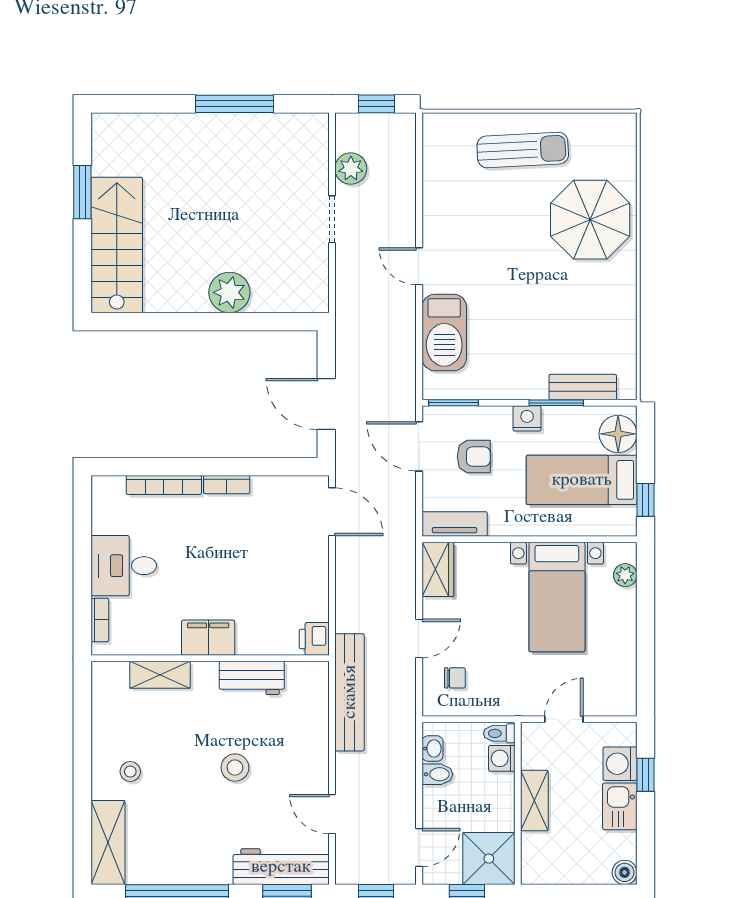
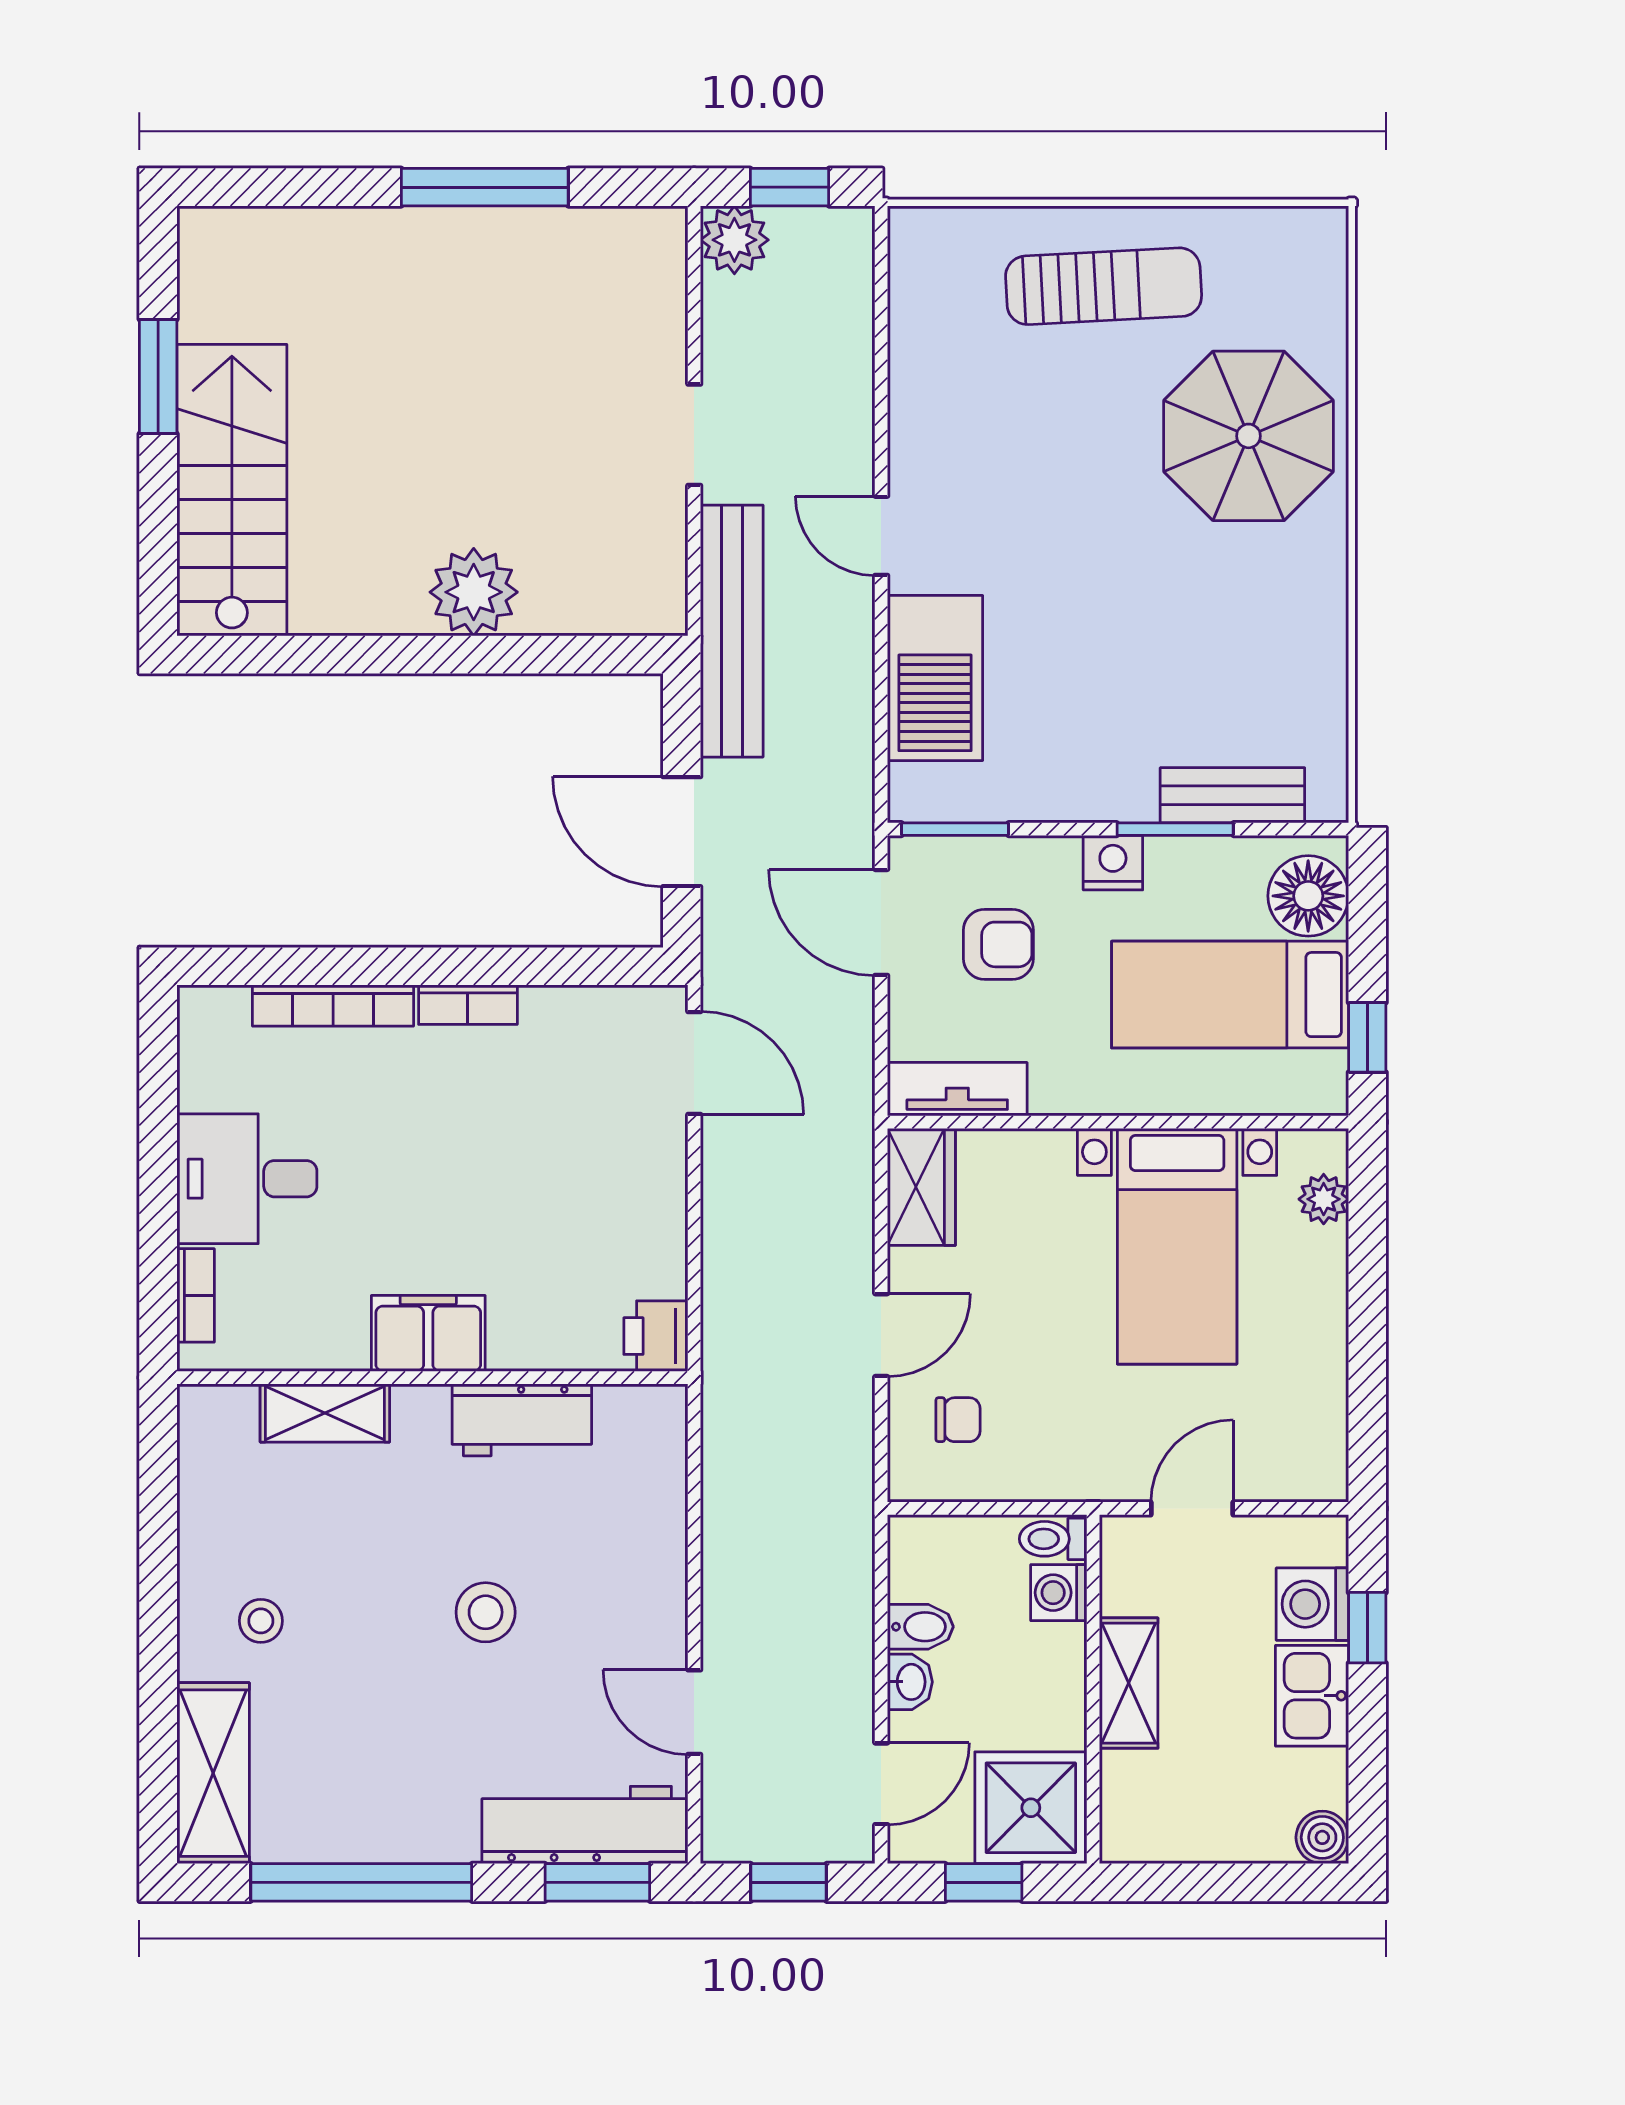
plant: (351, 169) -> (734, 240), moved
bench: (350, 692) -> (732, 631), moved
washbasin: (432, 749) -> (910, 1682), moved

